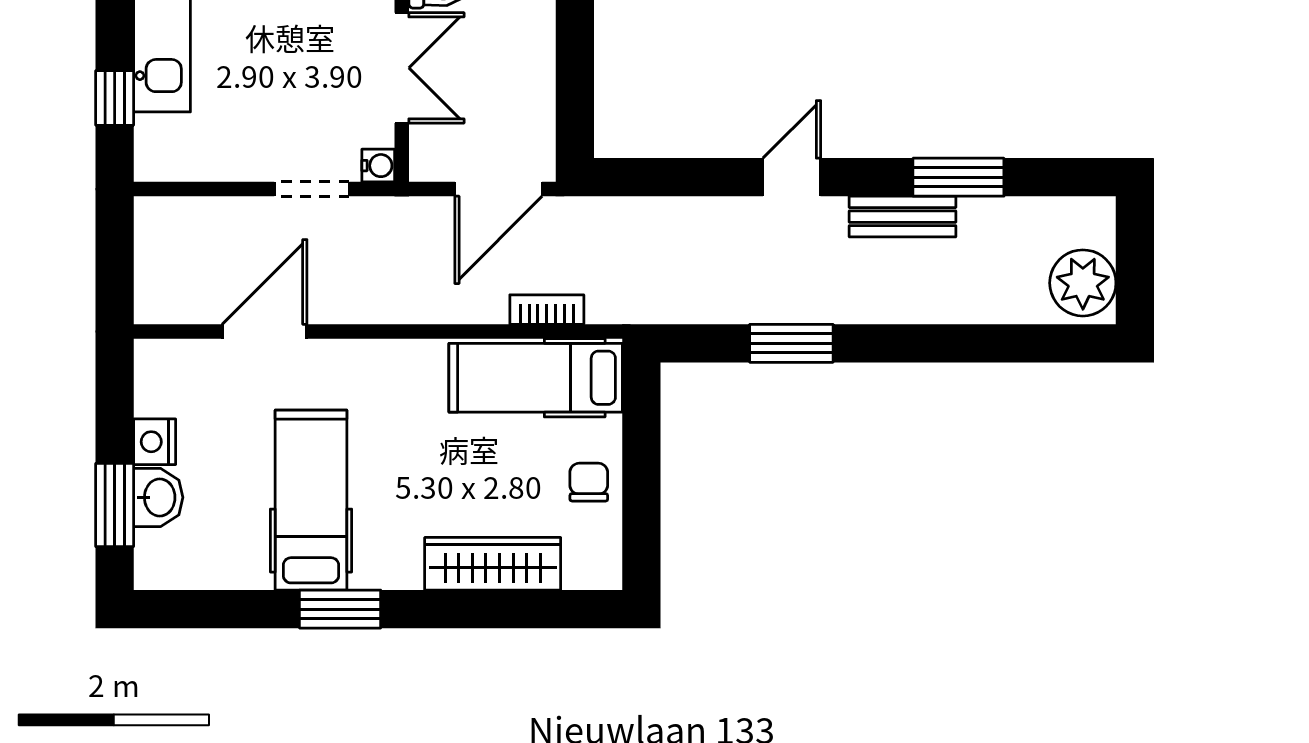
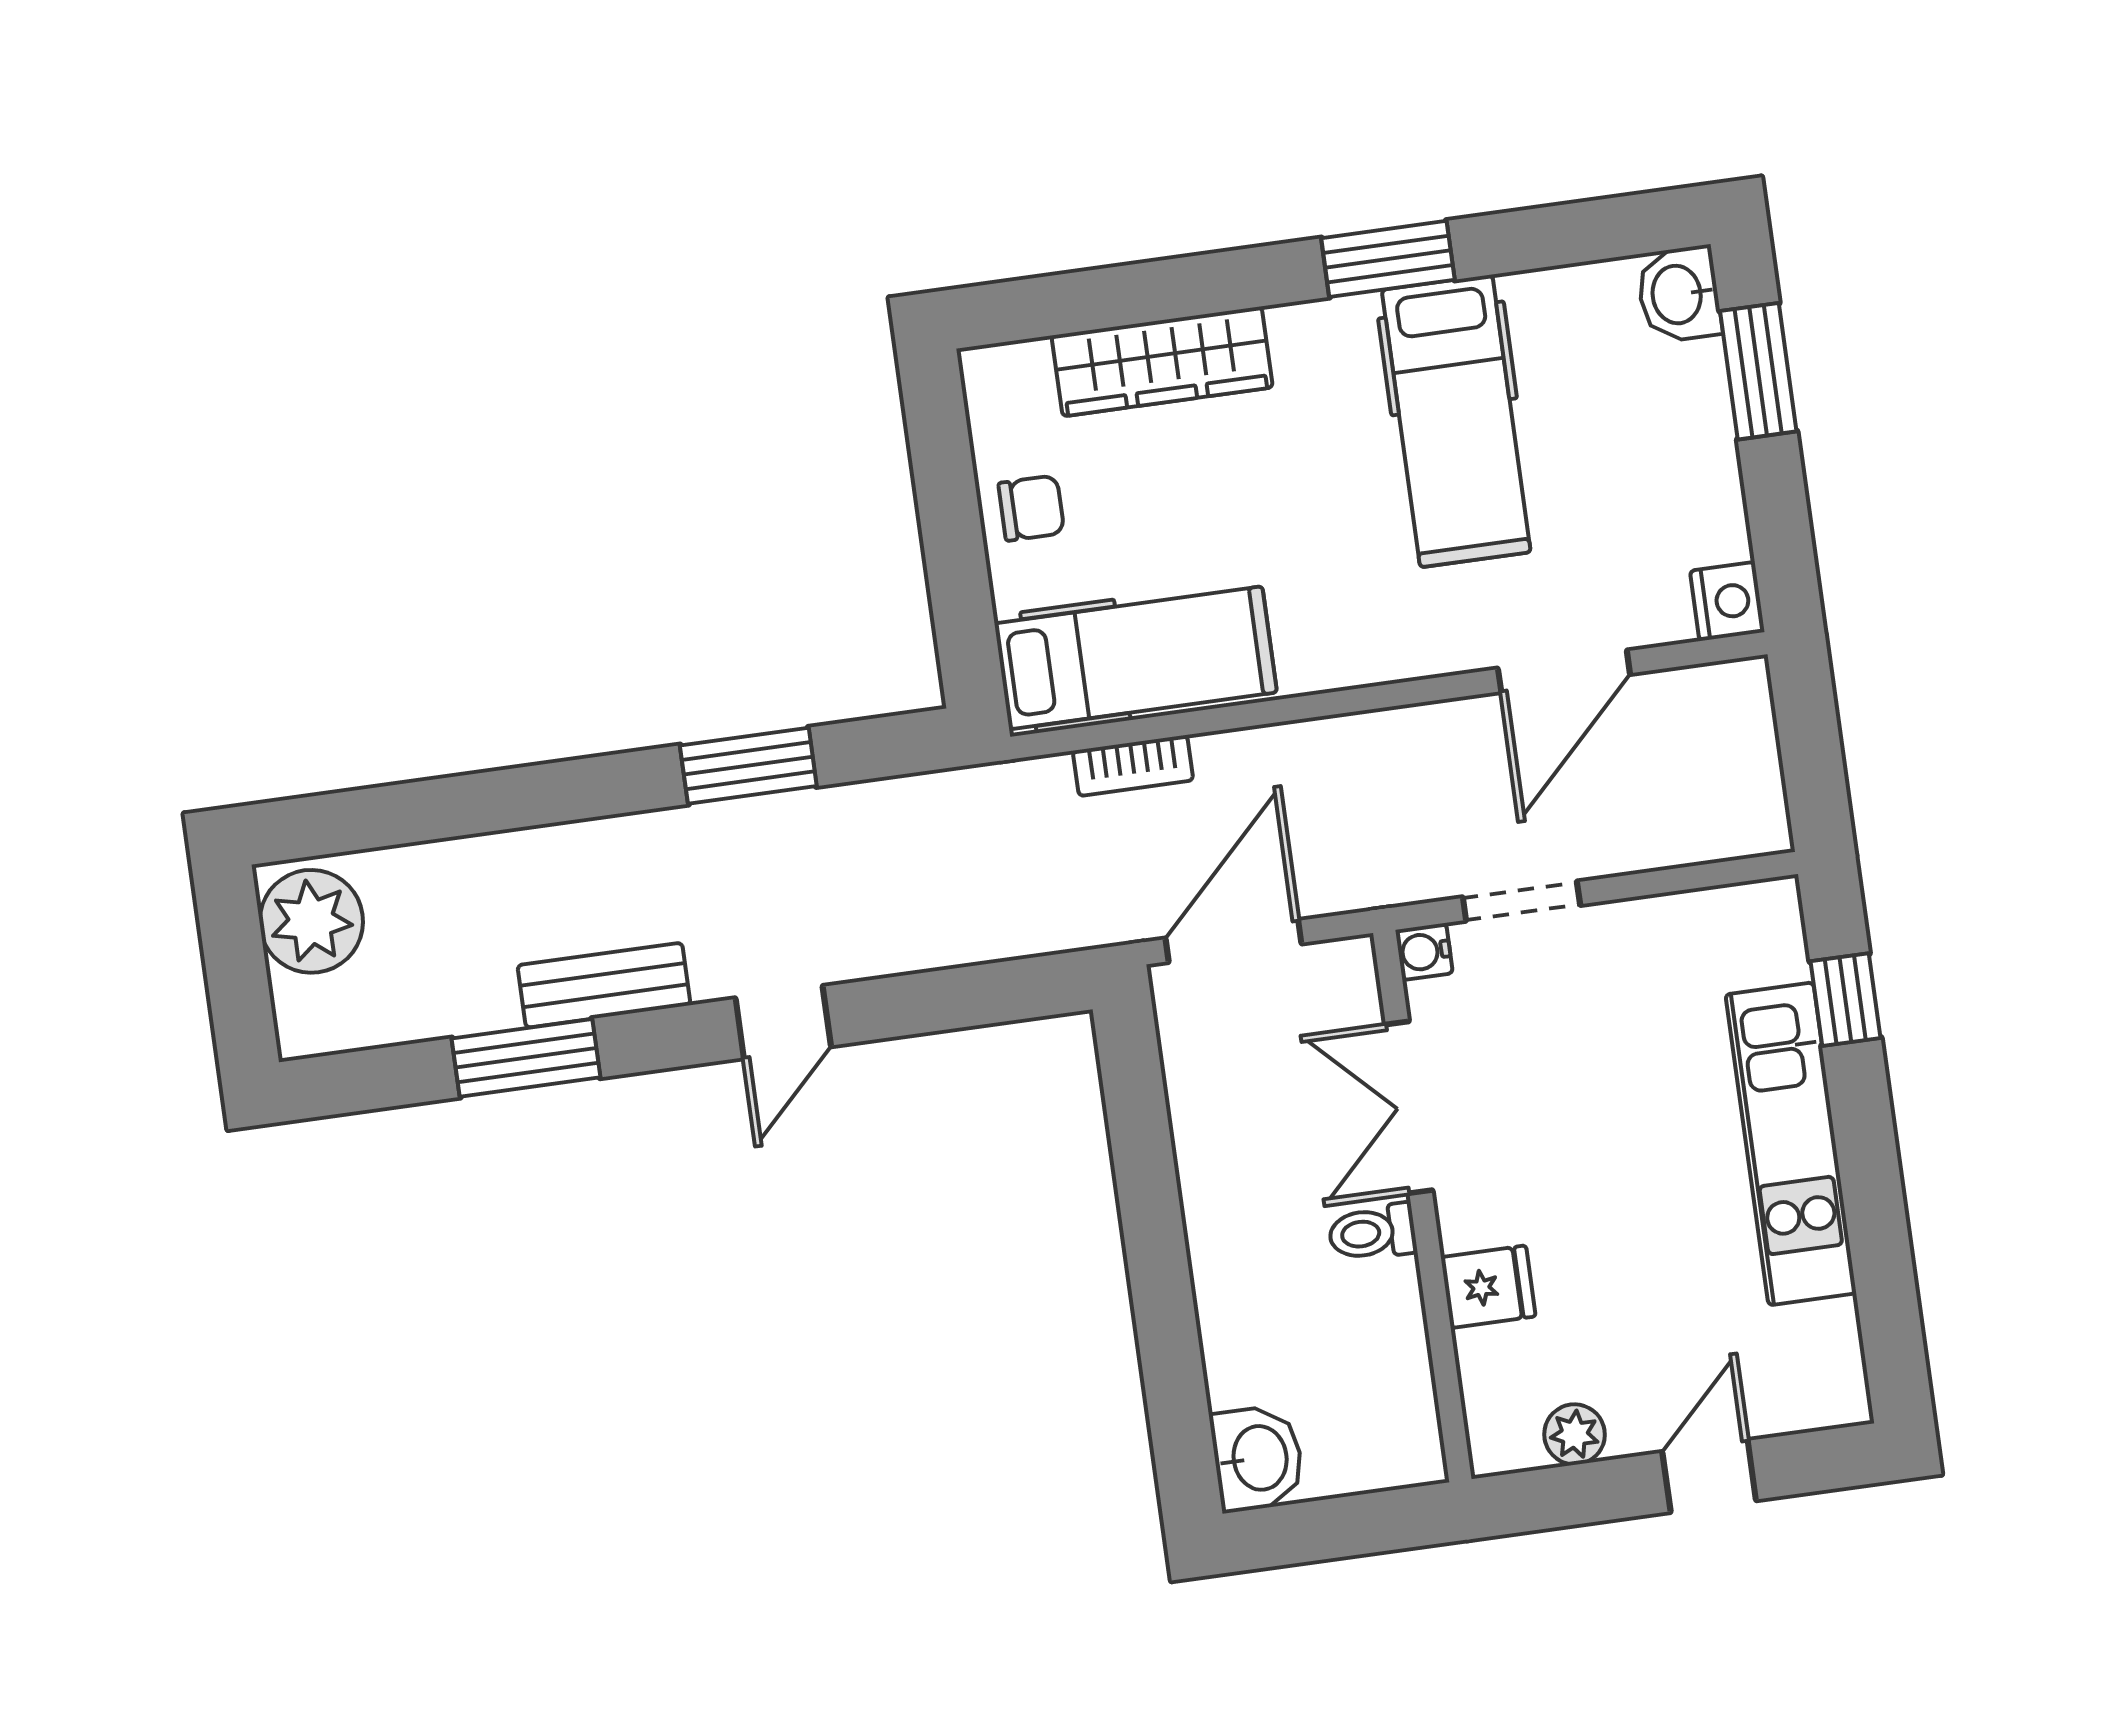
nightstand: (155, 442) -> (1727, 601), moved
chair: (589, 482) -> (1031, 508), turned -90
washbasin: (158, 497) -> (1679, 294), moved

